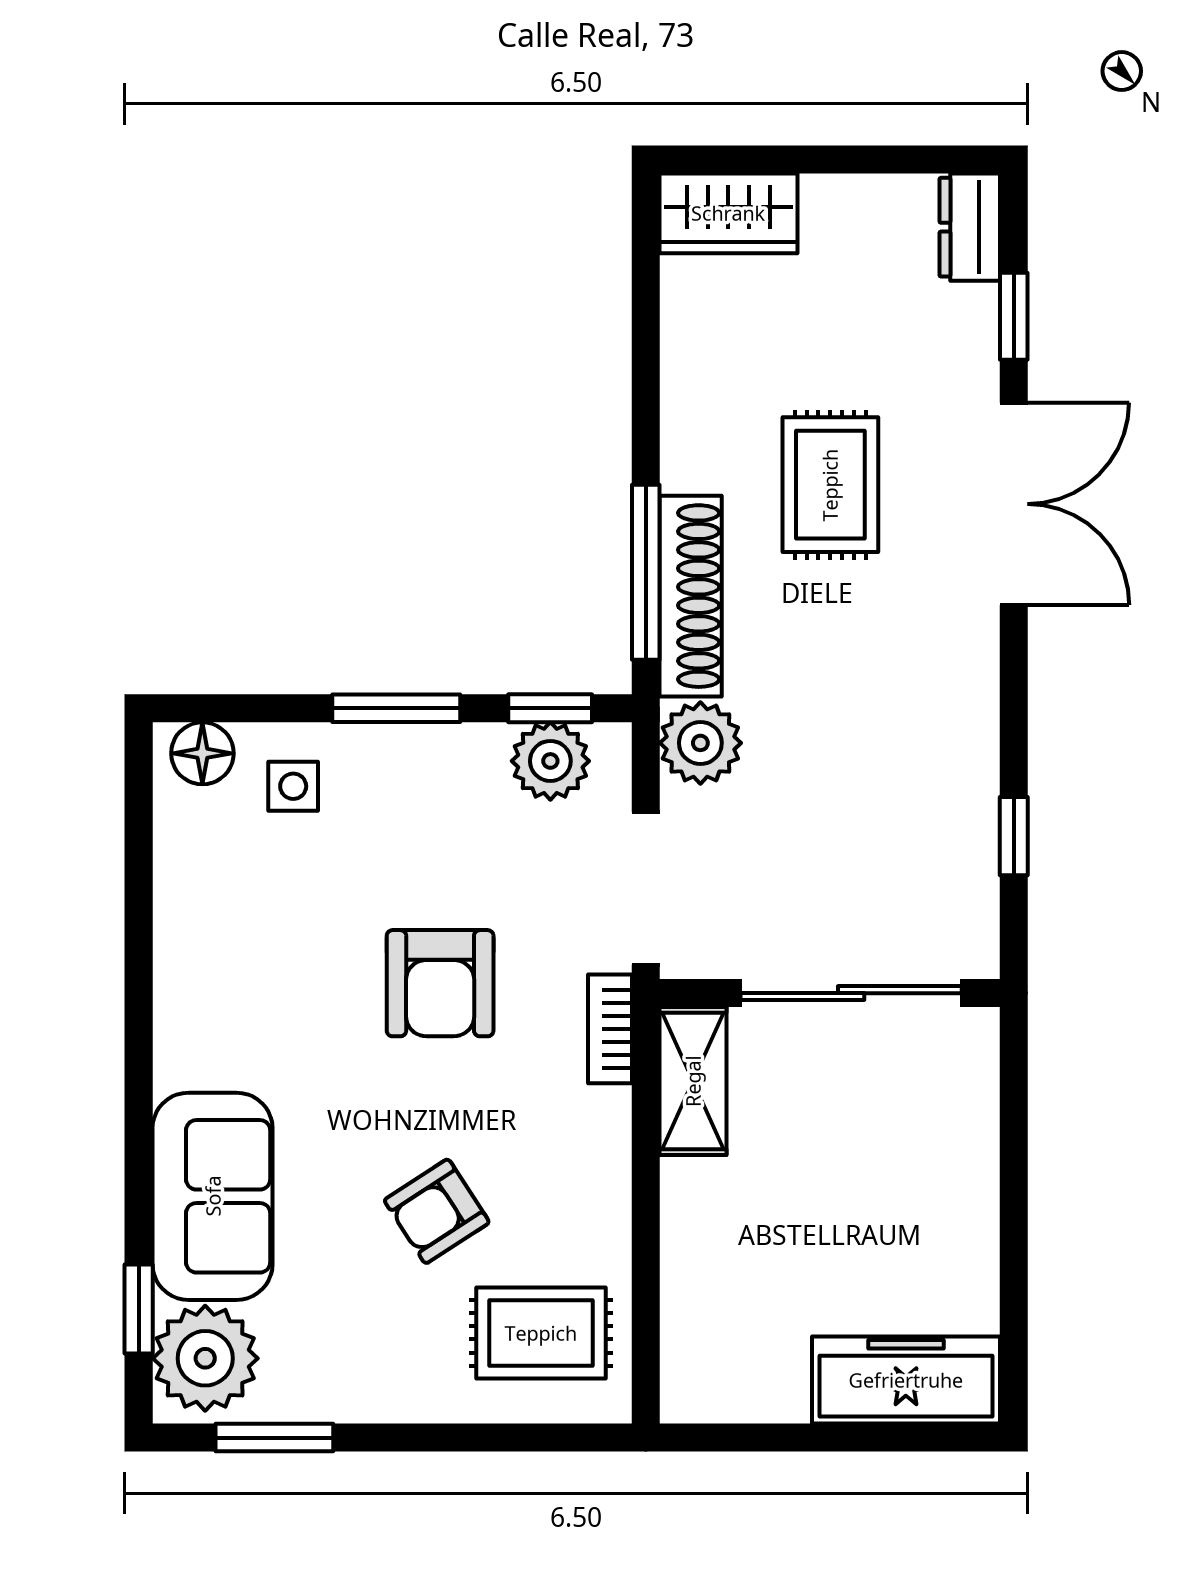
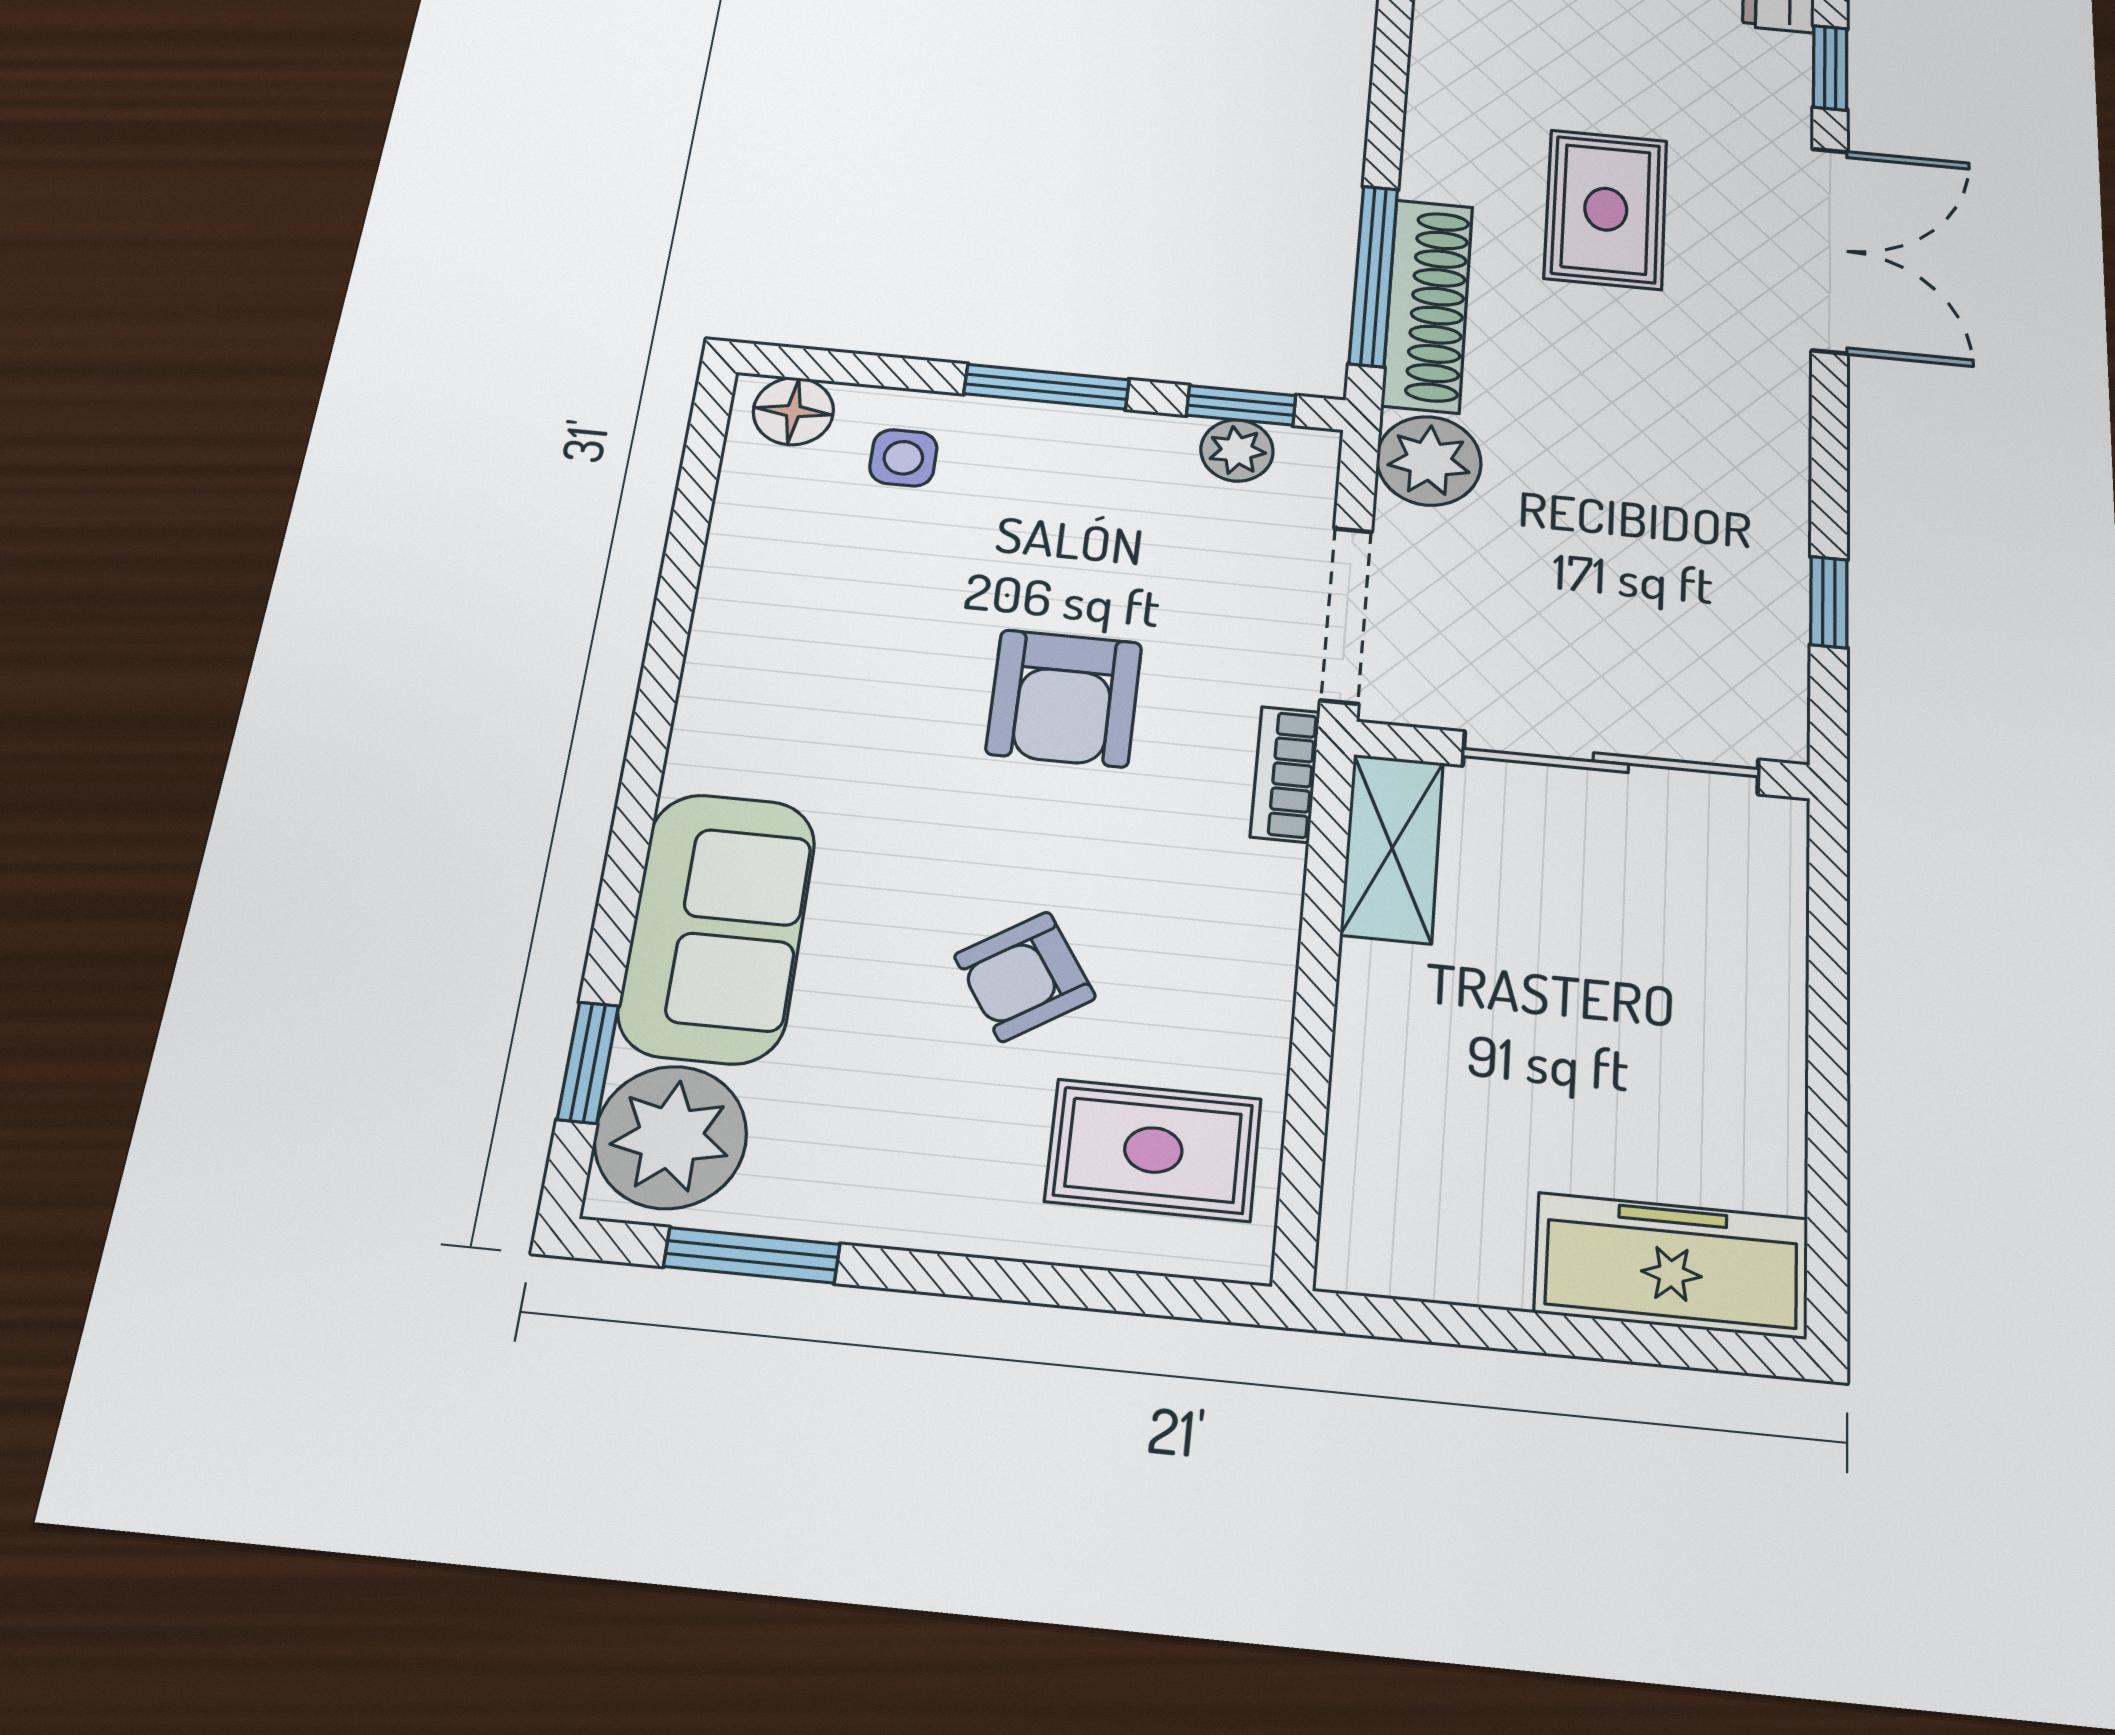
plant: (550, 761) -> (1237, 450), width x0.73, depth x0.73

